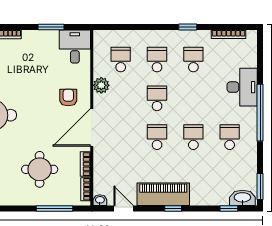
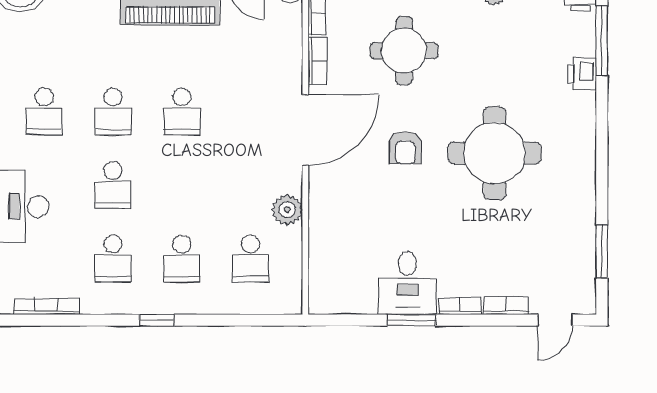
window: (51, 27) -> (411, 320), moved
window: (188, 27) -> (157, 320), moved
desk: (75, 47) -> (407, 283), moved
armchair: (68, 98) -> (405, 148), moved
school desk: (157, 98) -> (113, 185), moved

